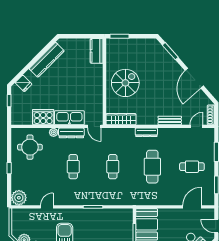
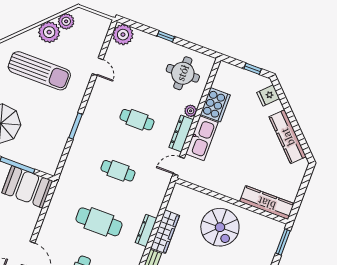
kitchen counter: (97, 51) -> (267, 203), width x1.50
wardrobe: (121, 119) -> (165, 232), moved

